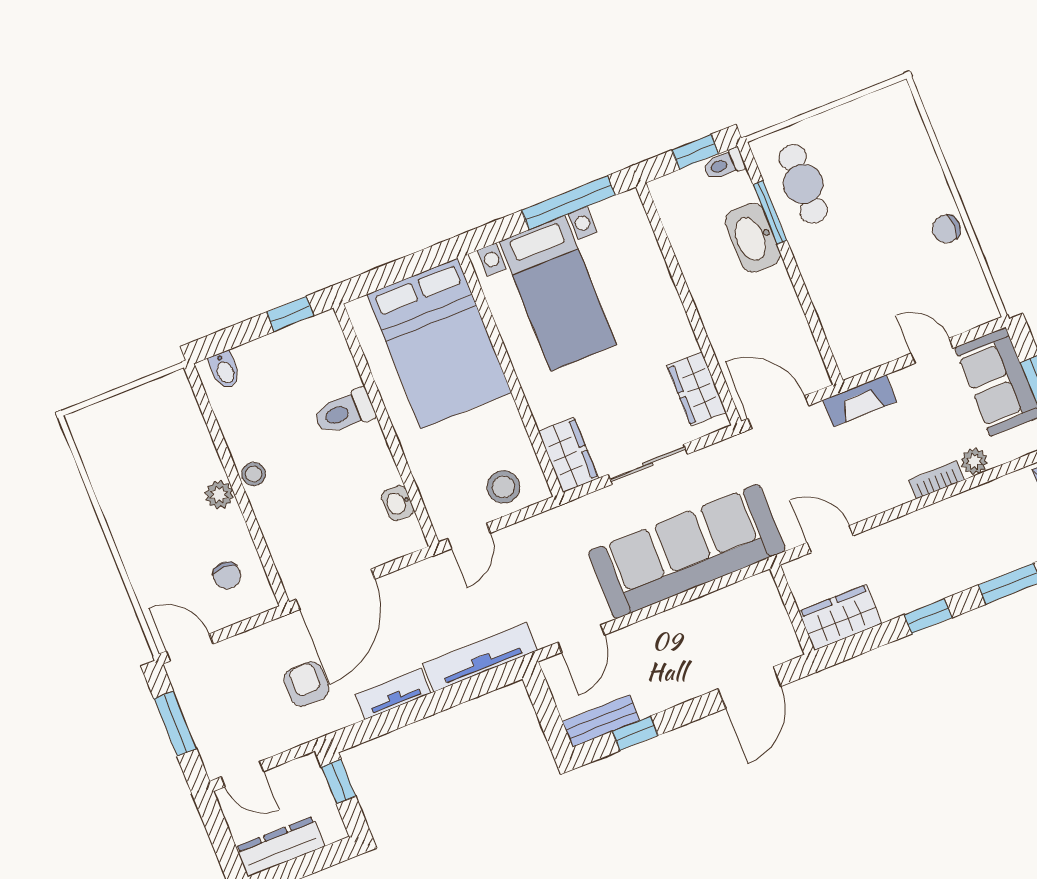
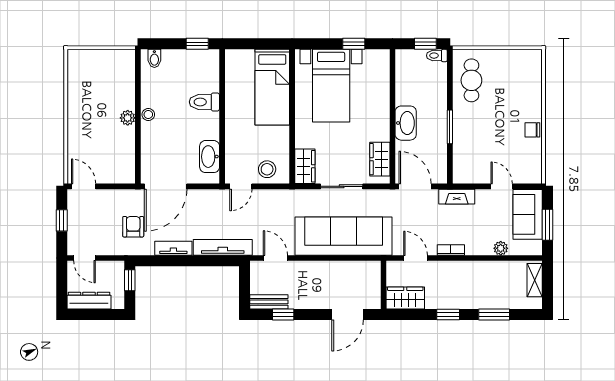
window: (568, 203) -> (354, 44), width x0.46
window: (770, 213) -> (450, 127), moved
washbasin: (753, 238) -> (406, 123), moved, turned 180
bed: (439, 344) -> (272, 87), width x0.67
bookcase: (936, 480) -> (451, 250), moved
washbasin: (398, 503) -> (210, 157), width x1.91, depth x1.45
chair: (227, 575) -> (116, 158), removed
door: (581, 639) -> (275, 258), swing flipped
window: (175, 724) -> (62, 220), width x0.67

